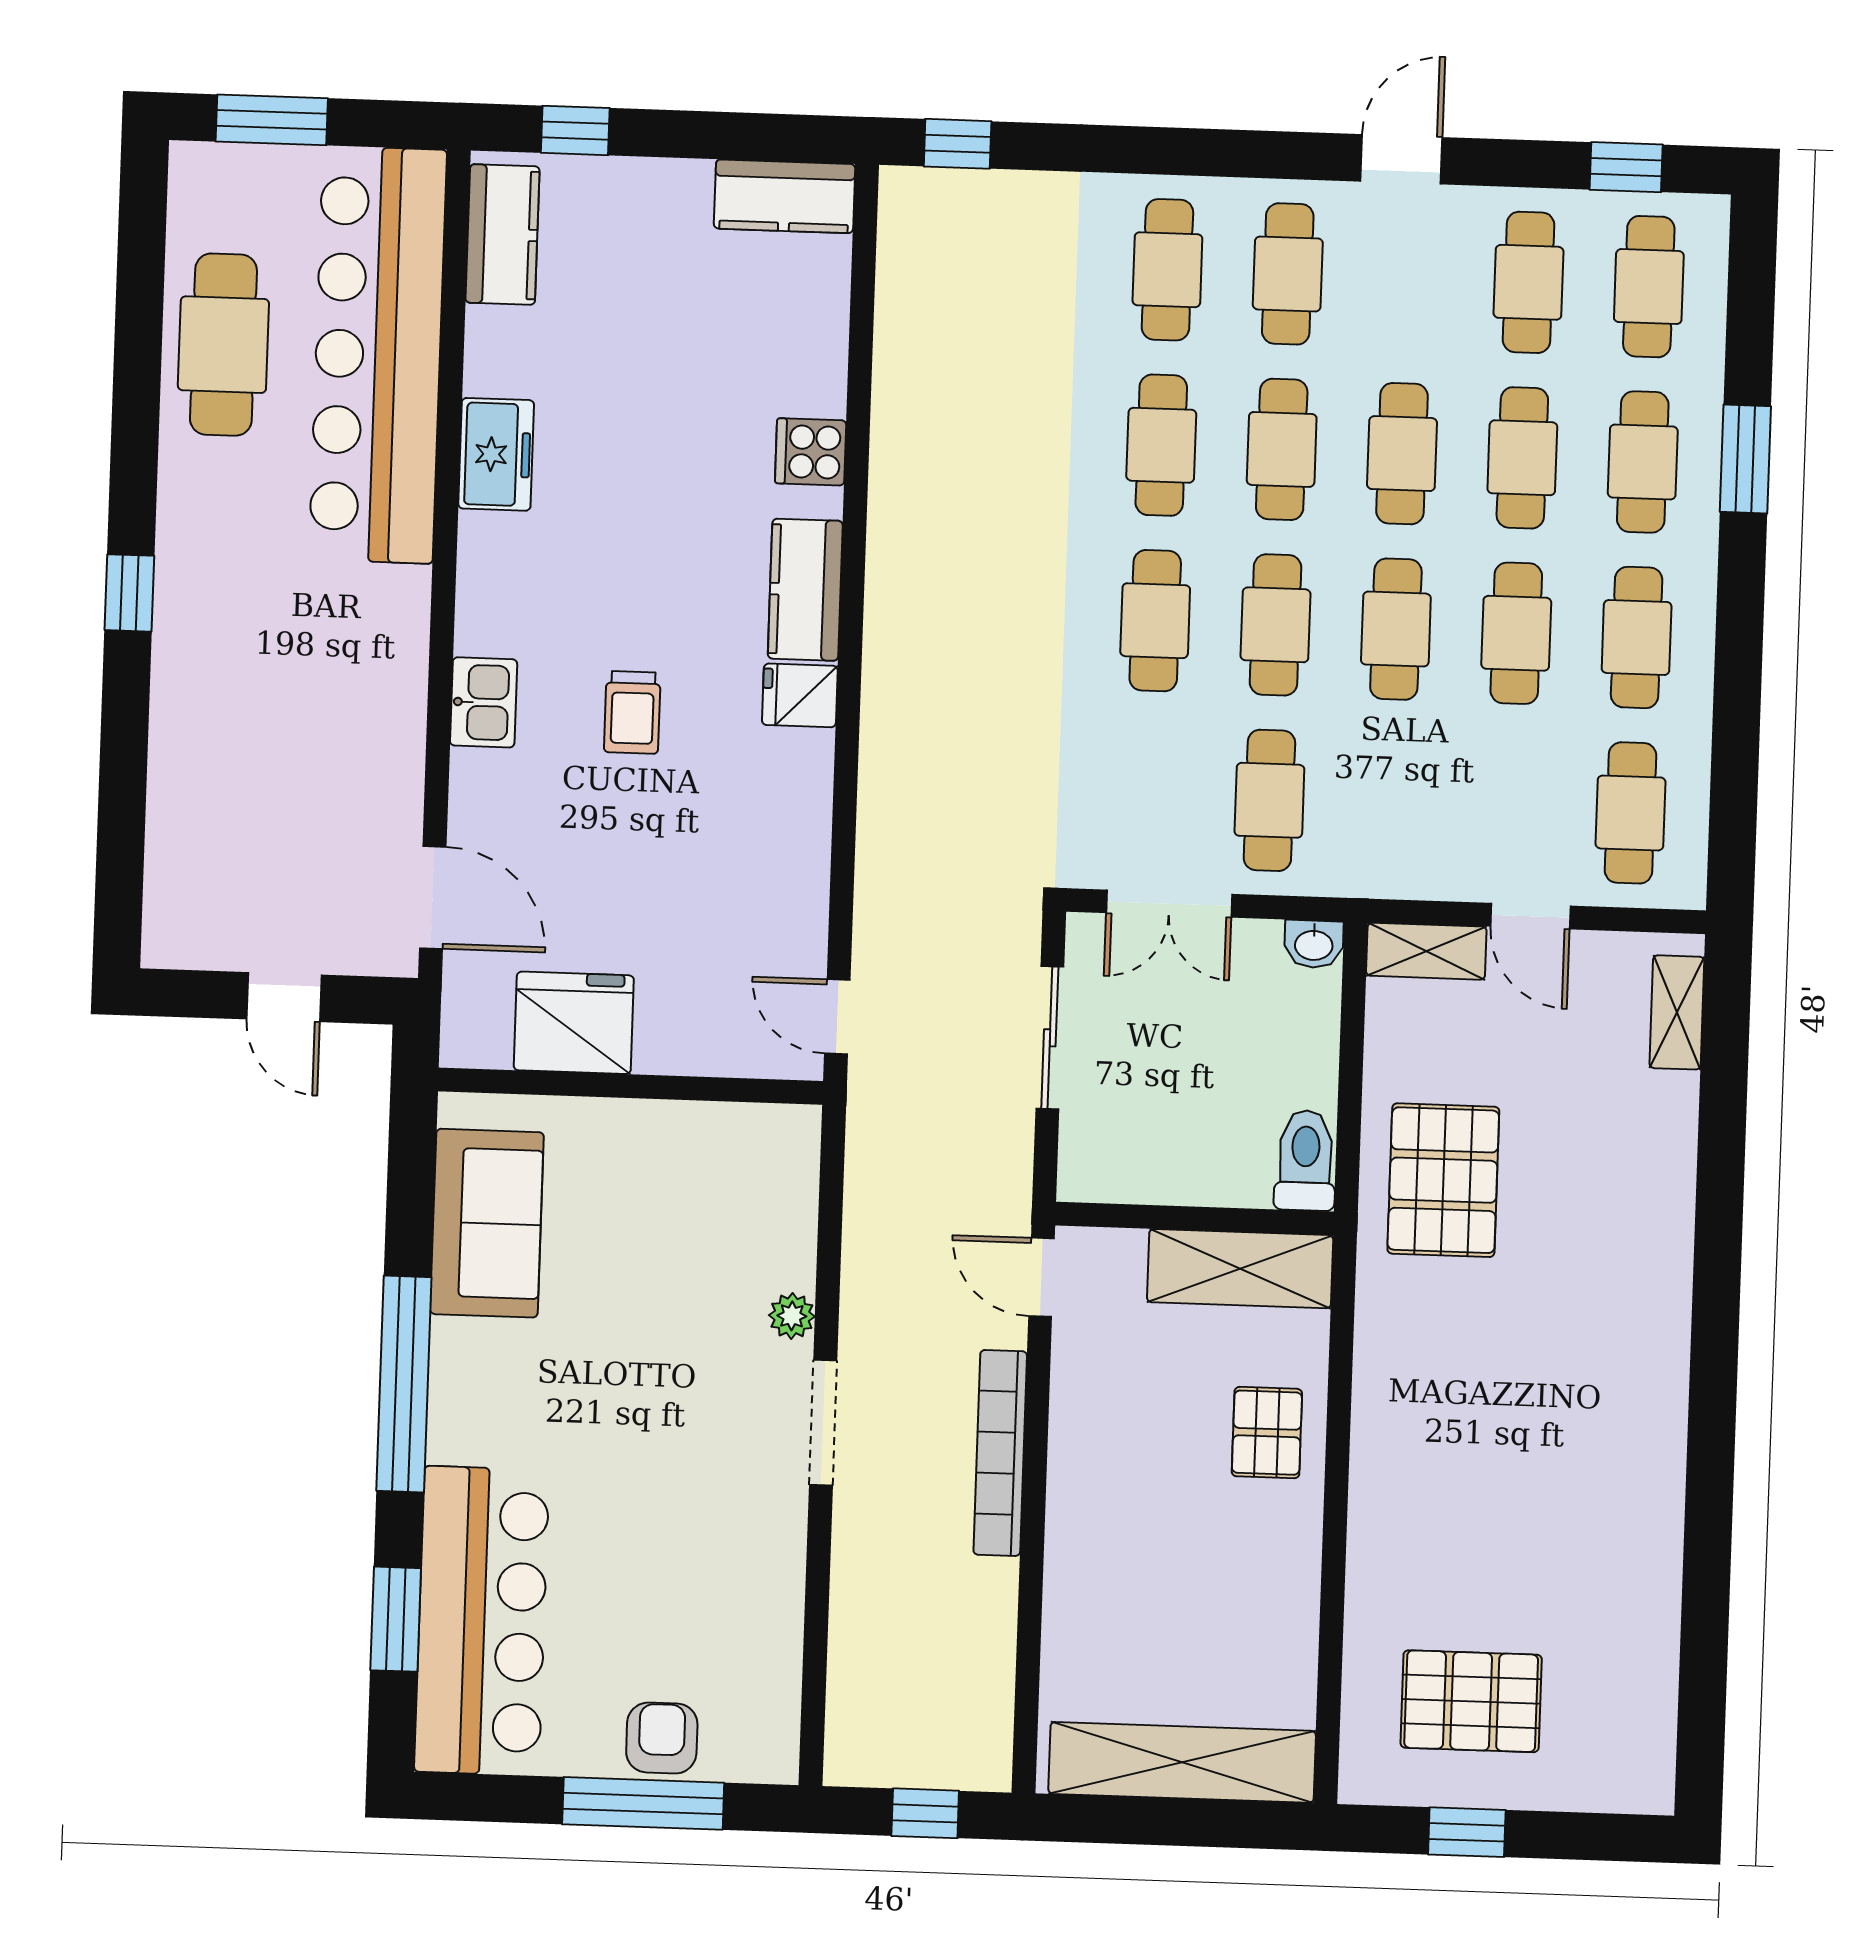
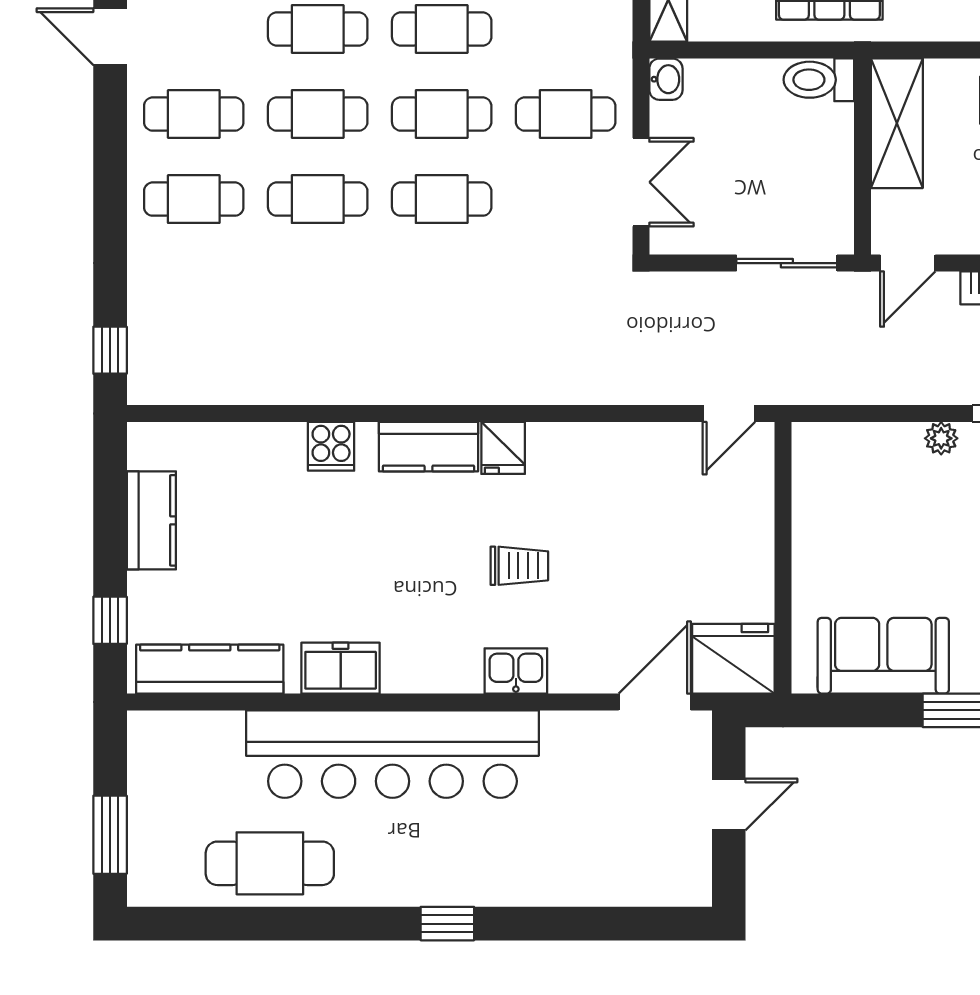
kitchen counter: (785, 196) -> (151, 520), moved
kitchen counter: (502, 234) -> (210, 669), width x1.50
bar counter: (378, 355) -> (392, 754), moved
fridge: (574, 1023) -> (733, 659), moved, turned 90
sliding door: (1050, 1038) -> (787, 263), moved

